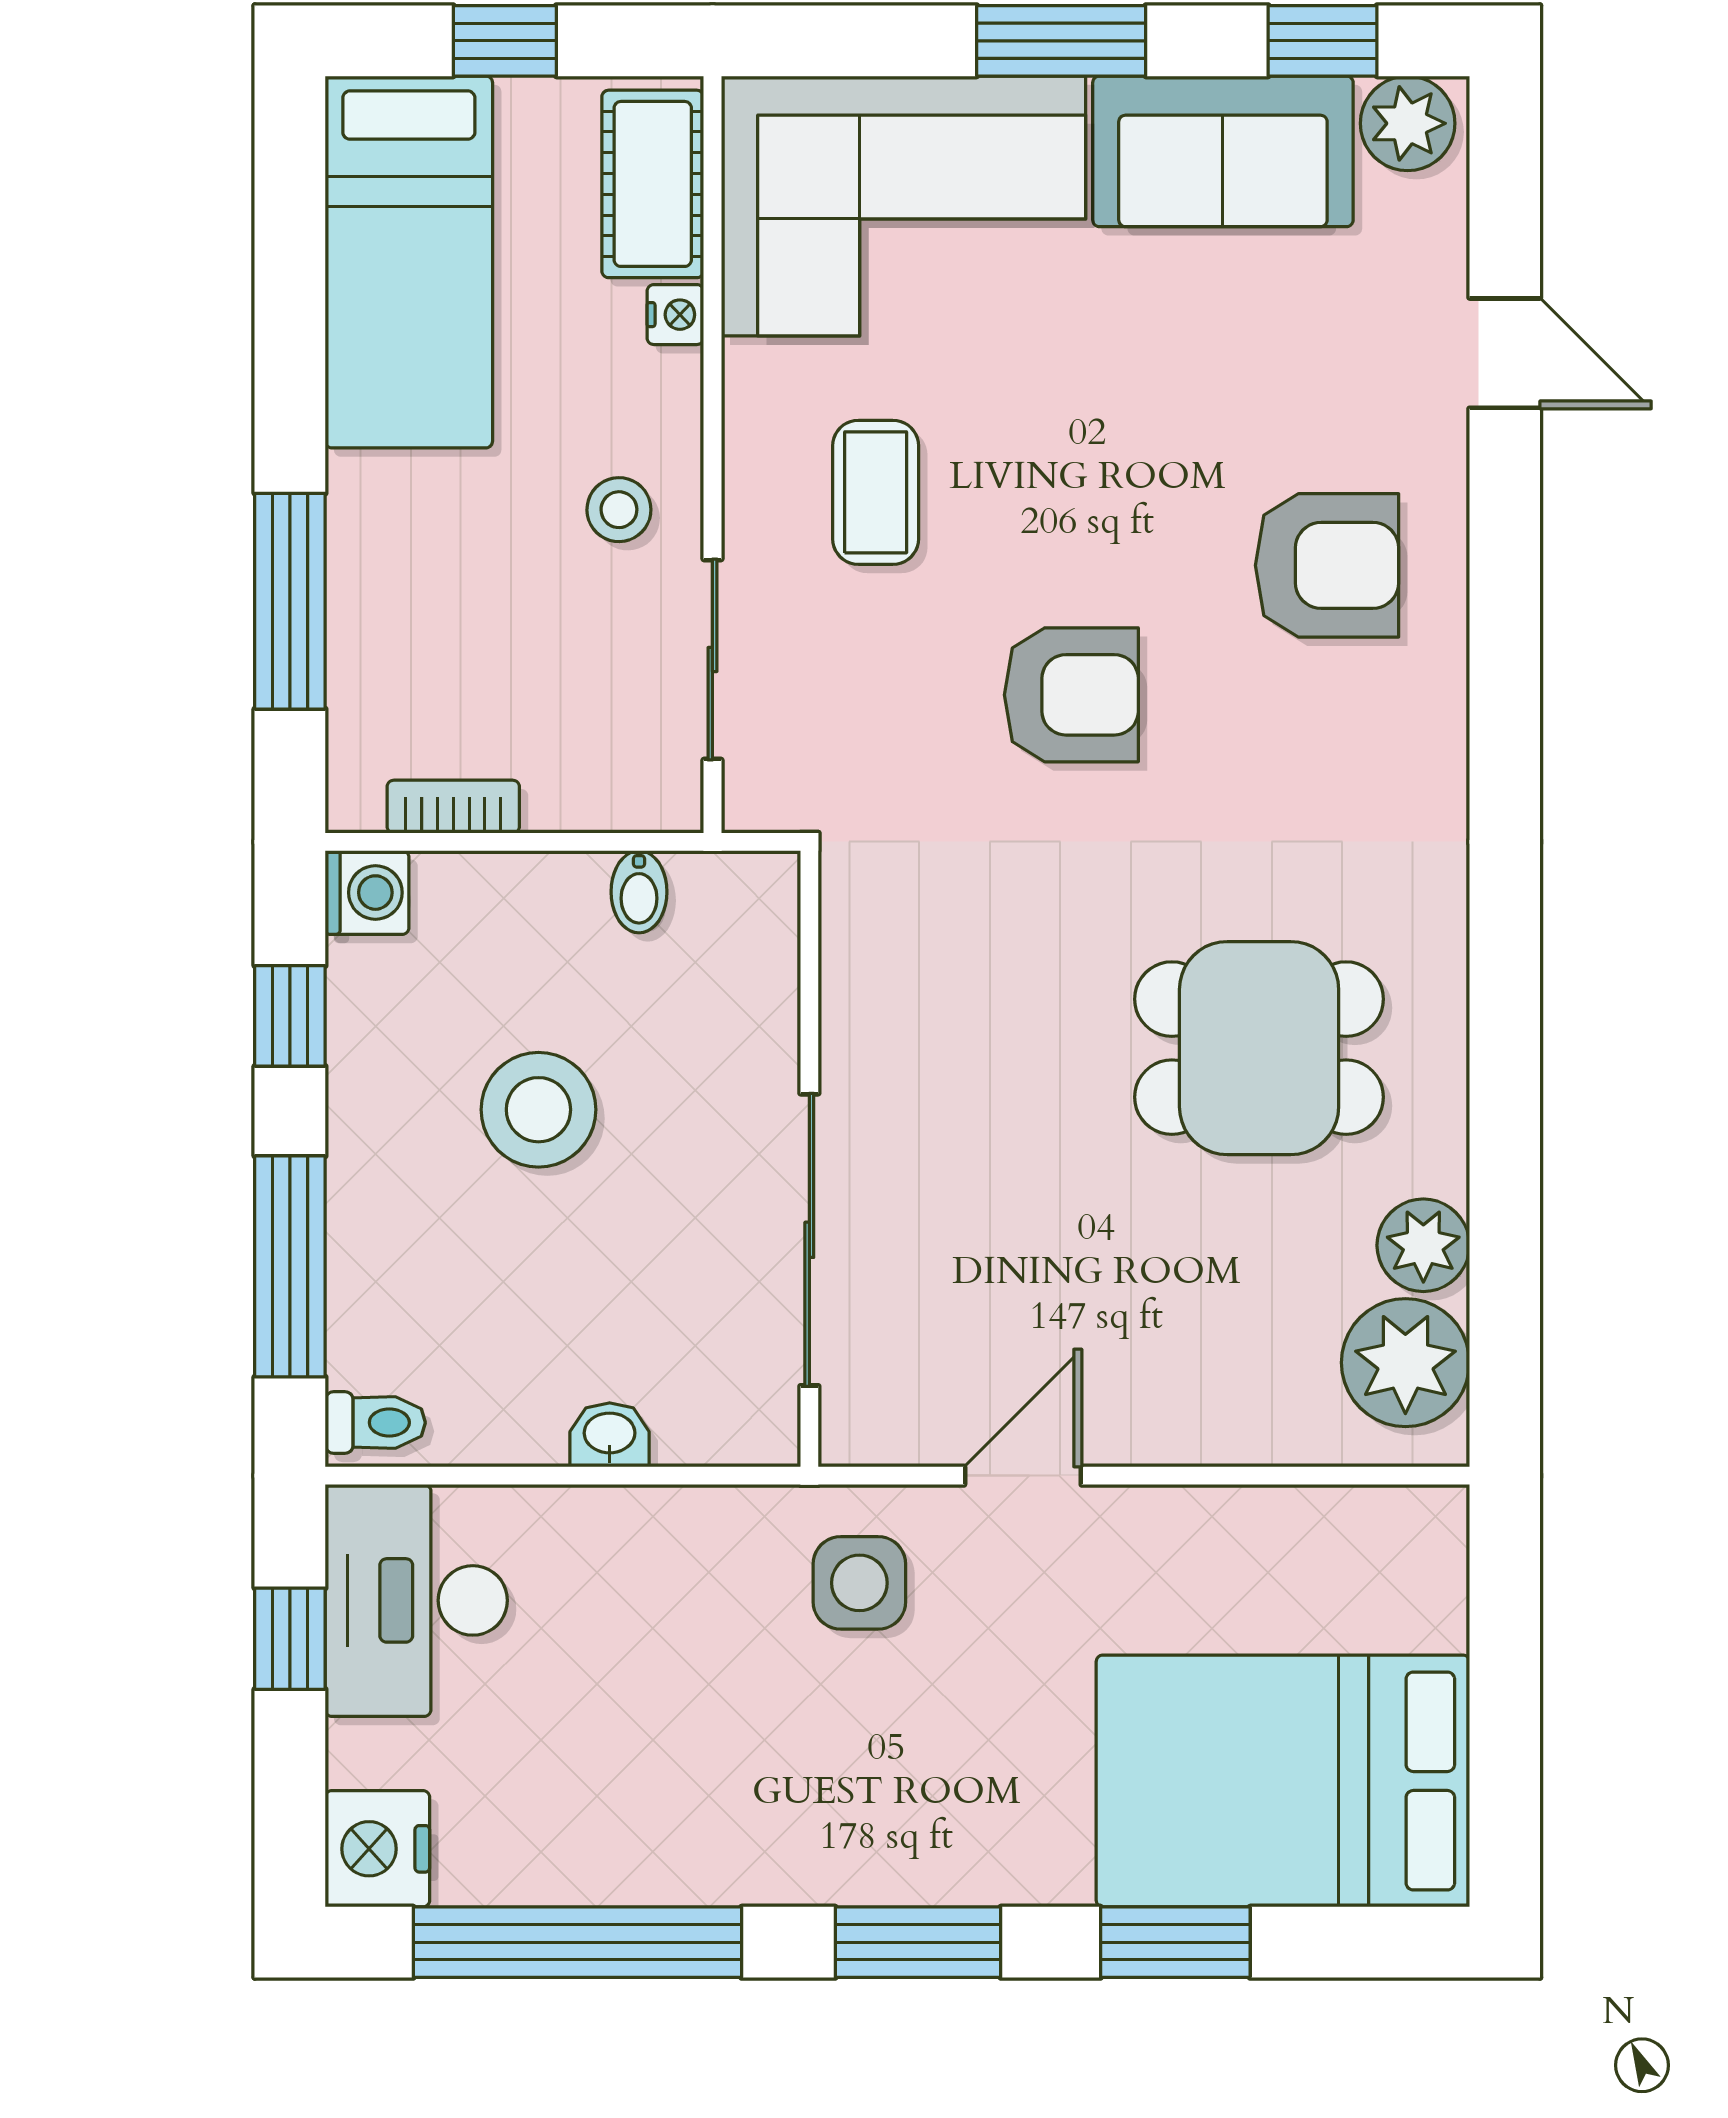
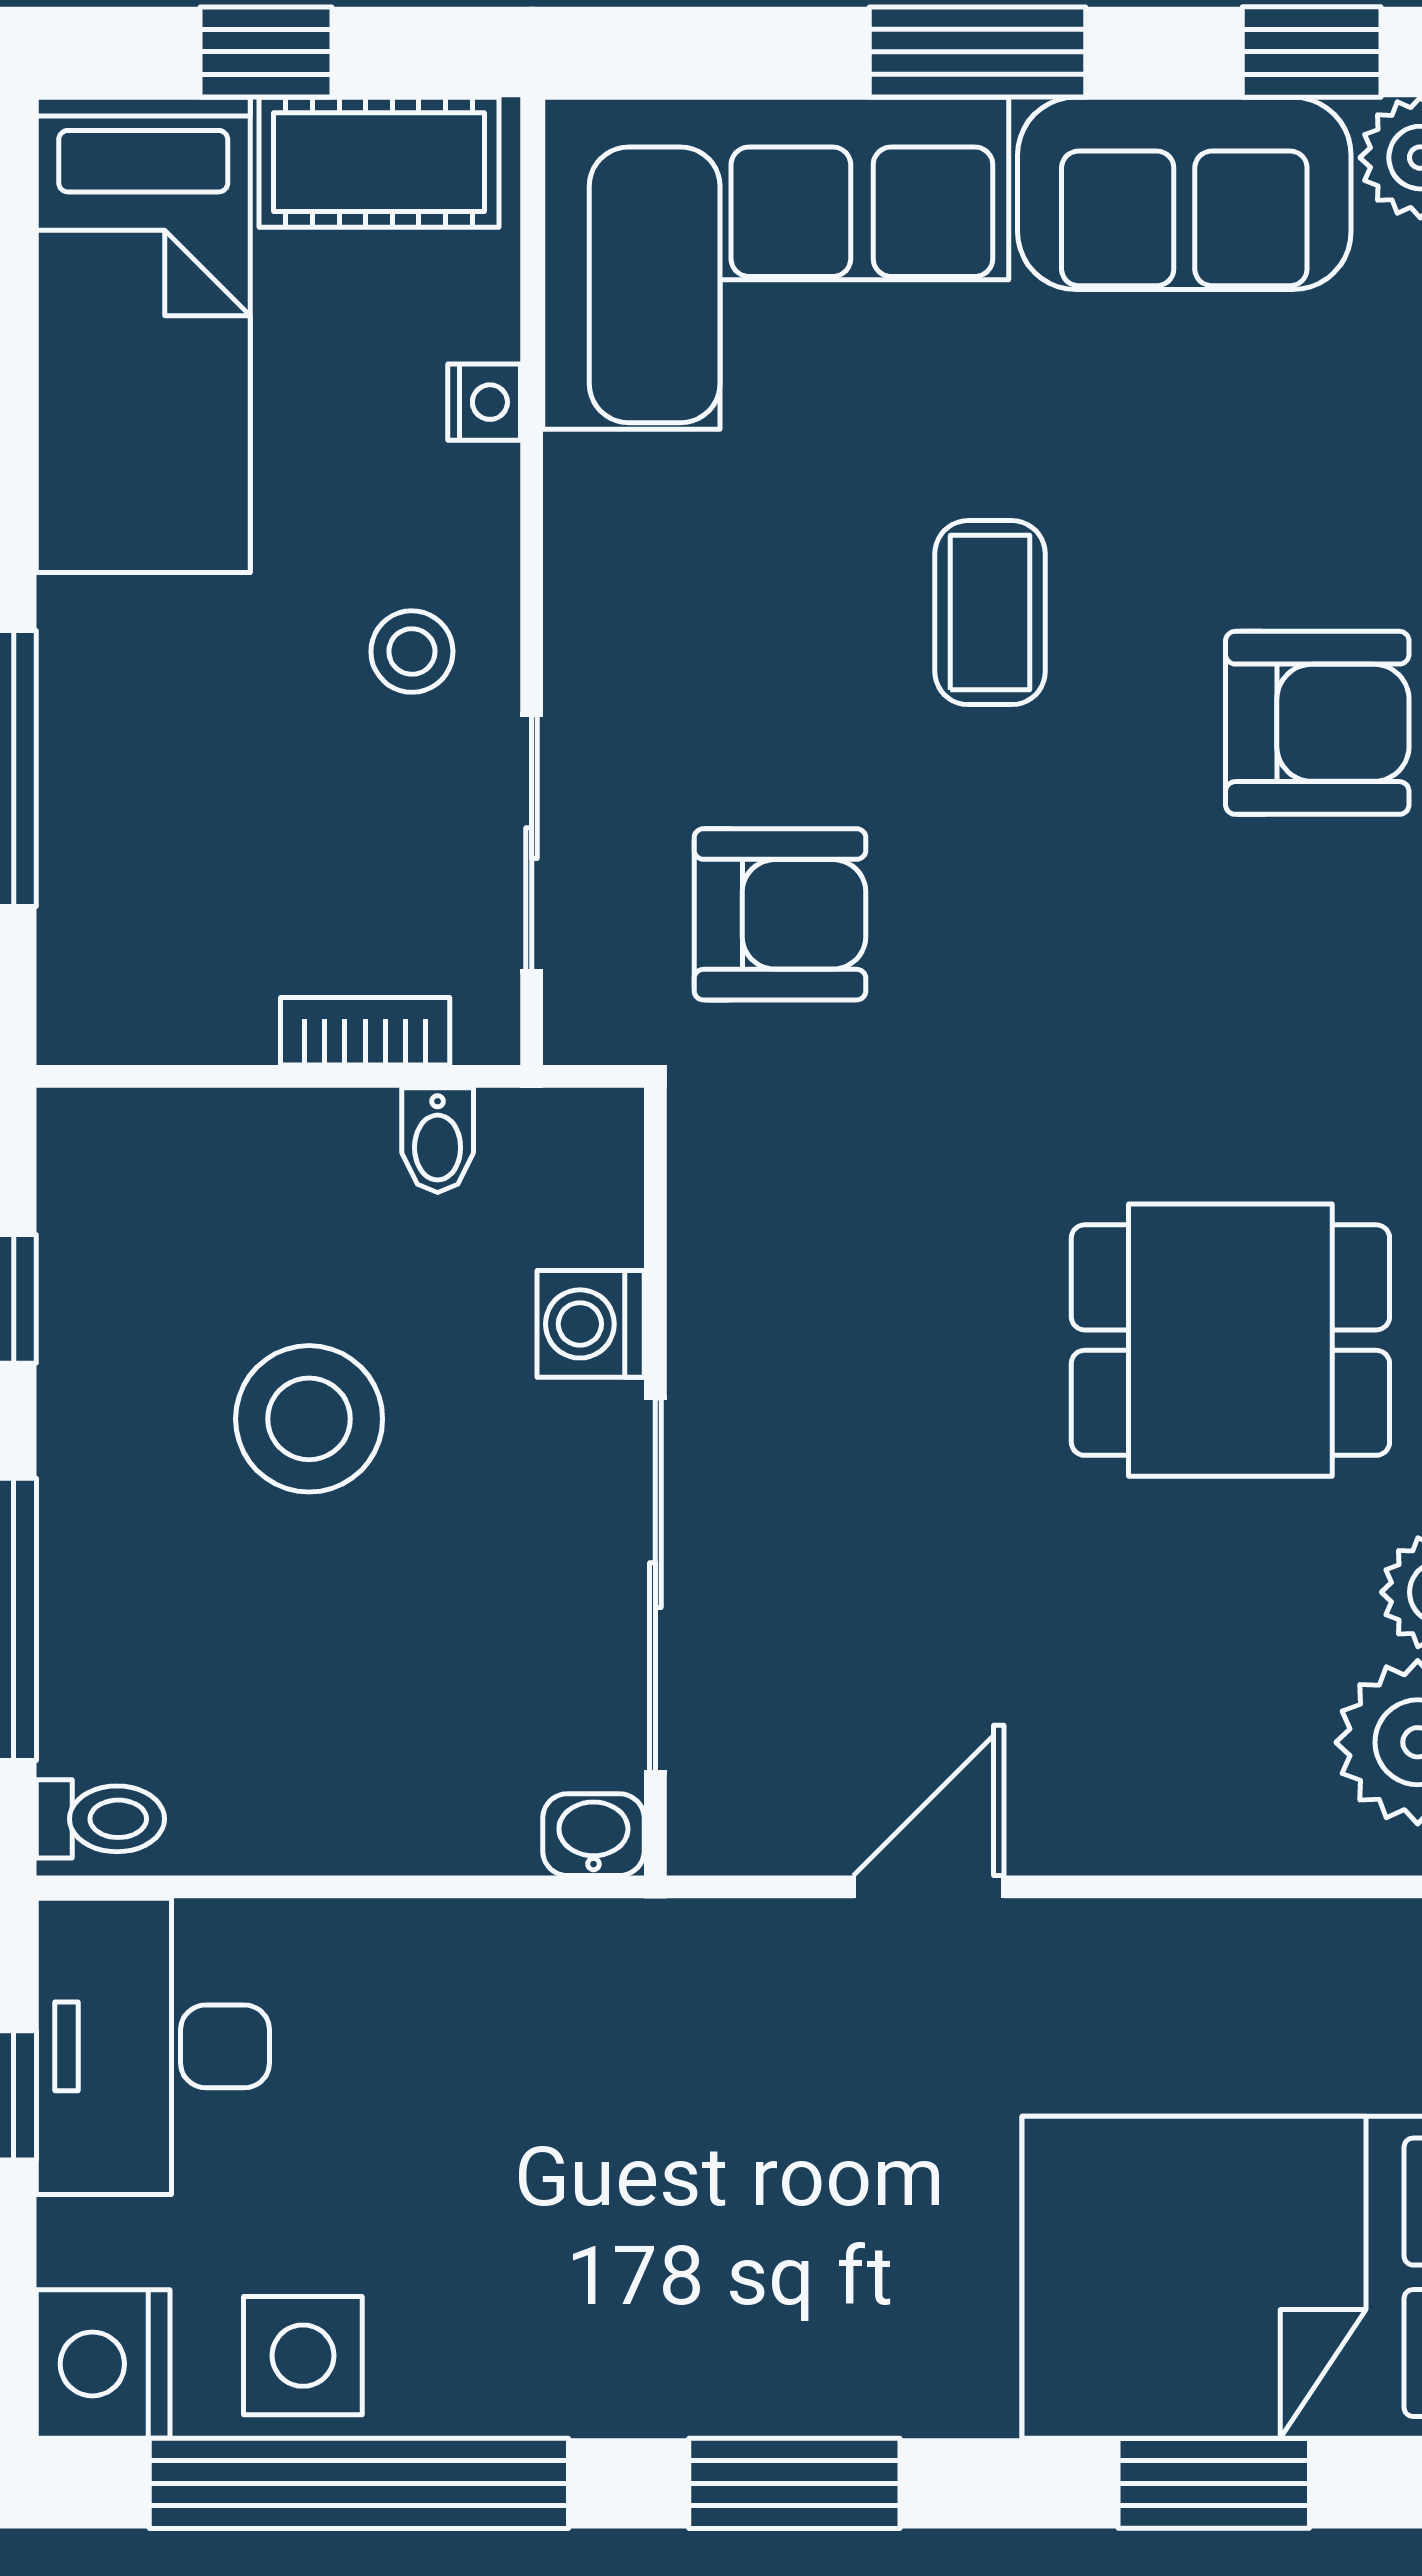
cot: (653, 184) -> (379, 162), moved, turned 90
coffee table: (876, 492) -> (990, 613), moved
armchair: (1071, 695) -> (780, 914), moved
bookcase: (453, 807) -> (365, 1031), moved
washing machine: (367, 893) -> (591, 1324), moved, turned 180
washbasin: (610, 1435) -> (593, 1835), moved
side table: (859, 1583) -> (303, 2356), moved
window: (1175, 1942) -> (1214, 2483), moved

